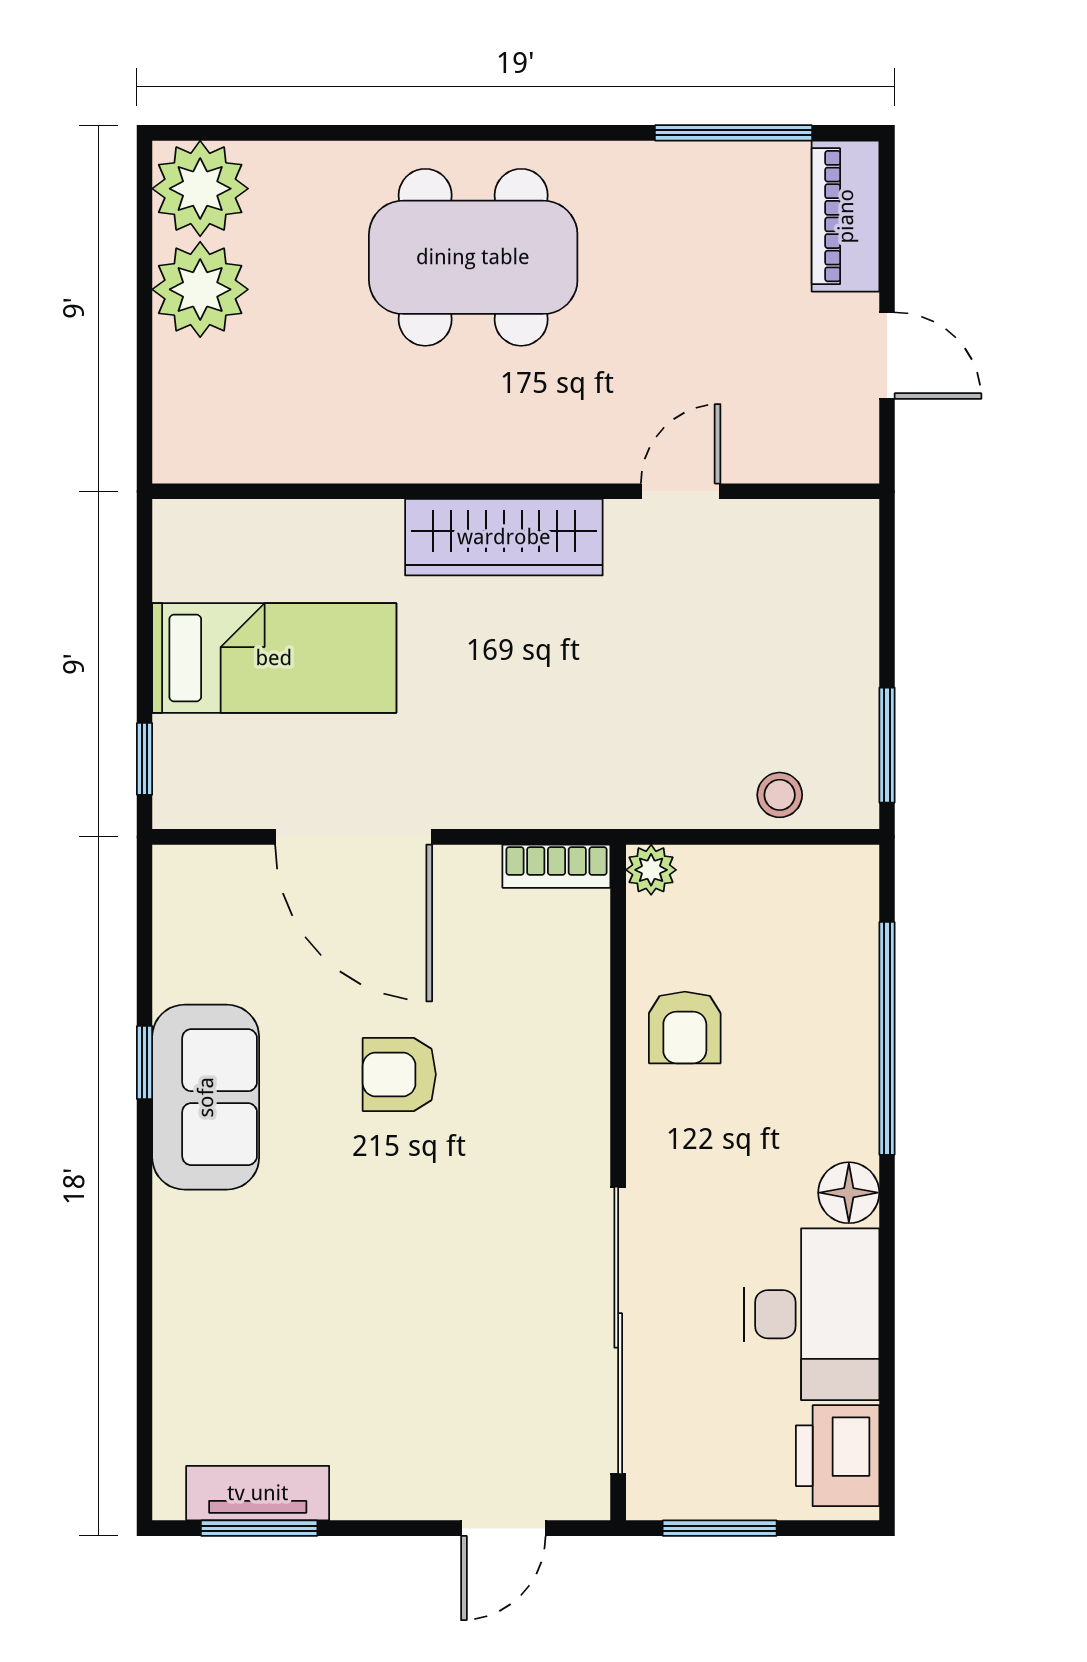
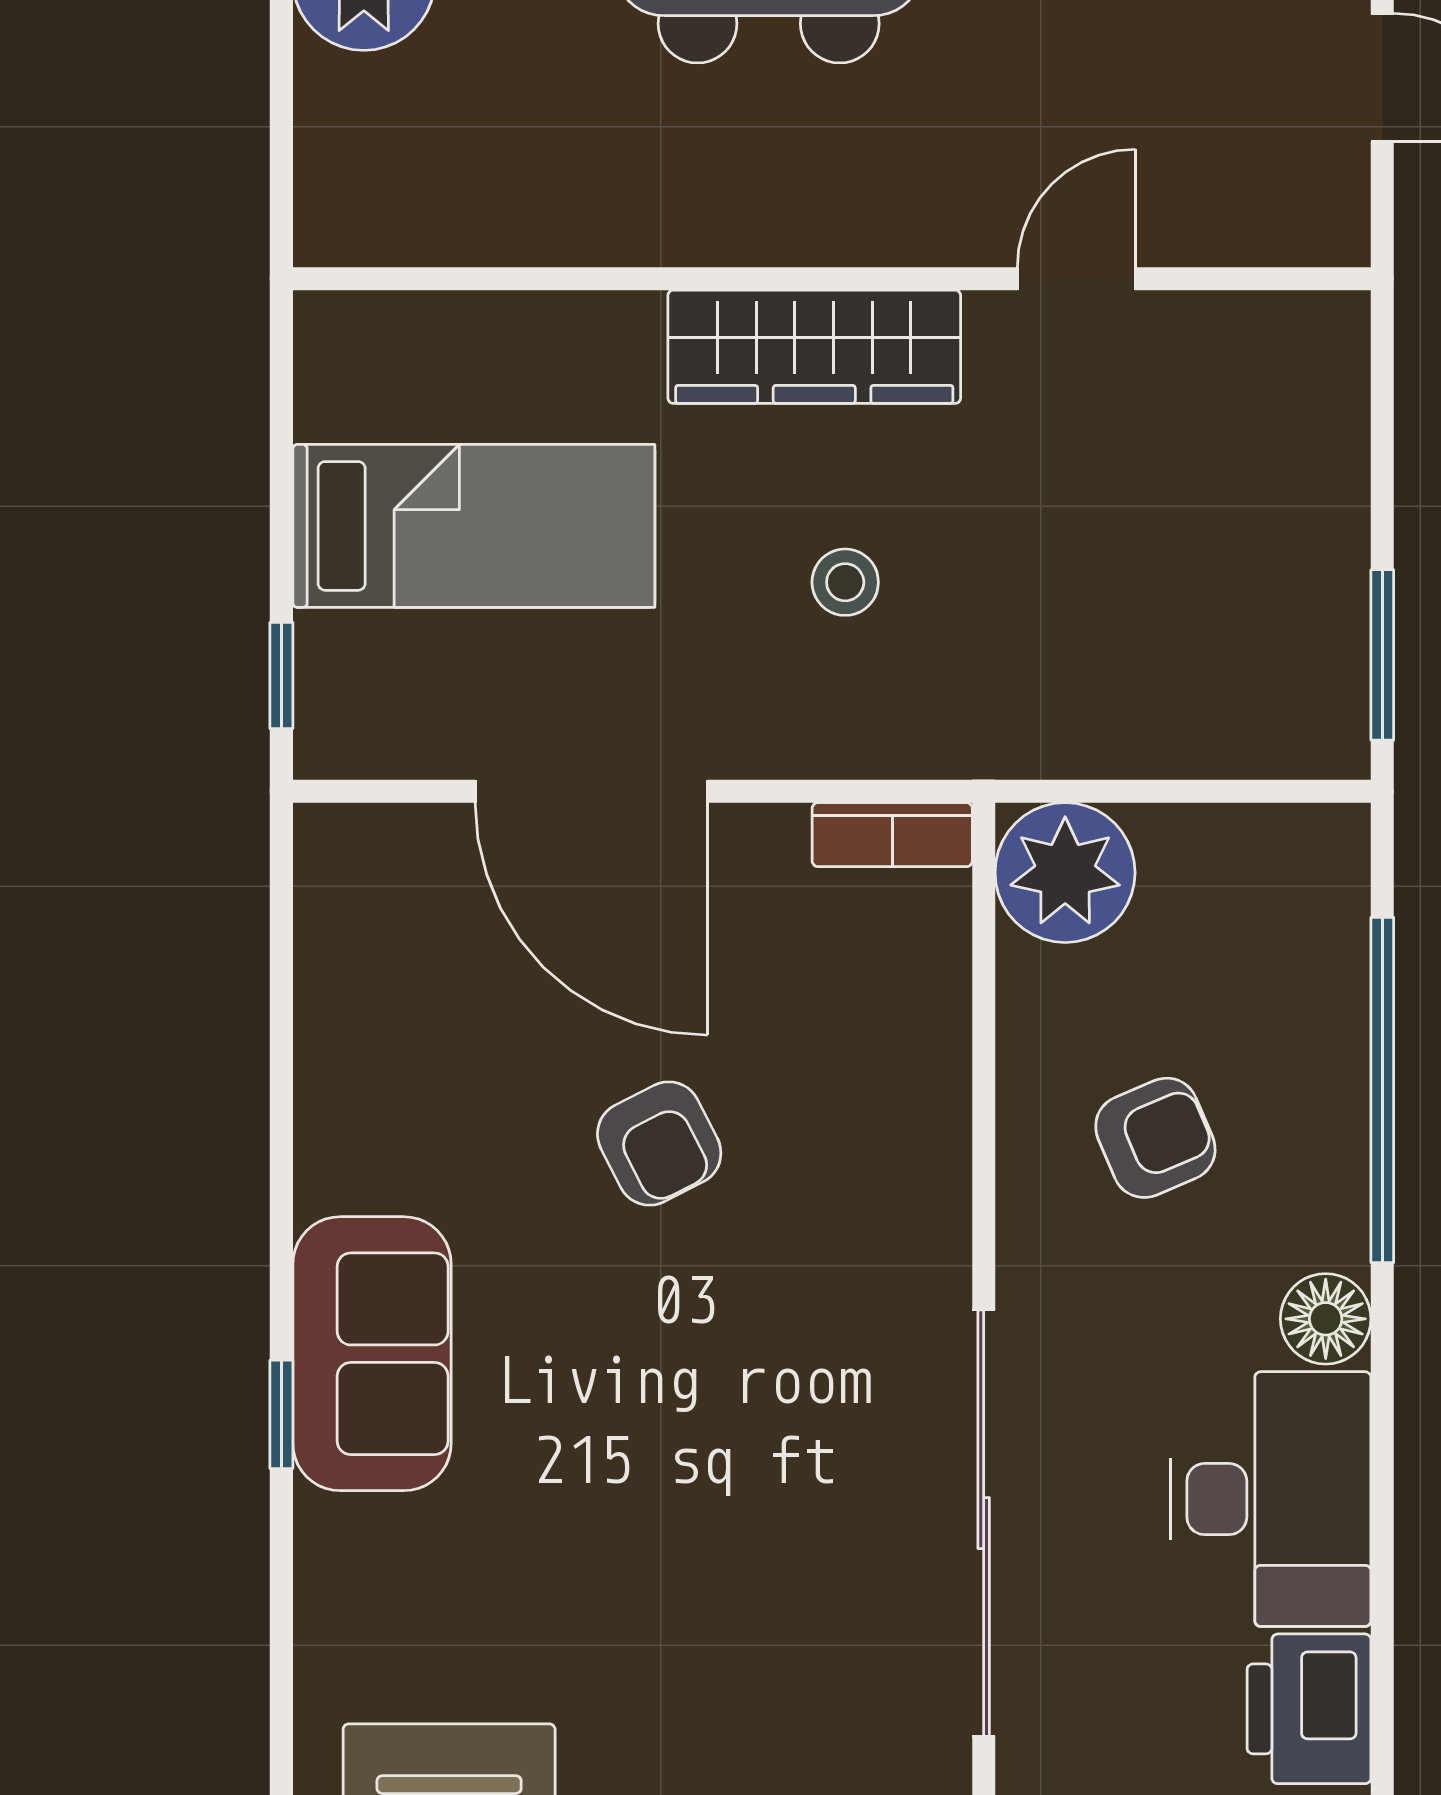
stool: (780, 795) -> (845, 582), moved
plant: (651, 870) -> (1065, 873), width x1.88, depth x1.88
armchair: (685, 1027) -> (1155, 1138), moved, turned -113
window: (145, 1063) -> (281, 1414), moved
armchair: (399, 1074) -> (659, 1144), turned -117
sofa: (206, 1097) -> (372, 1354), moved

